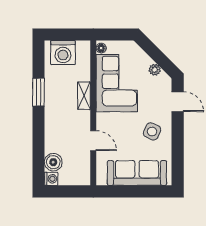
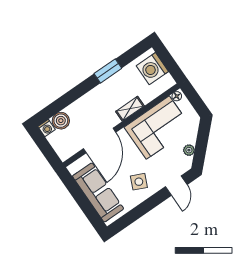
door: (93, 141) -> (100, 140), width x1.87

